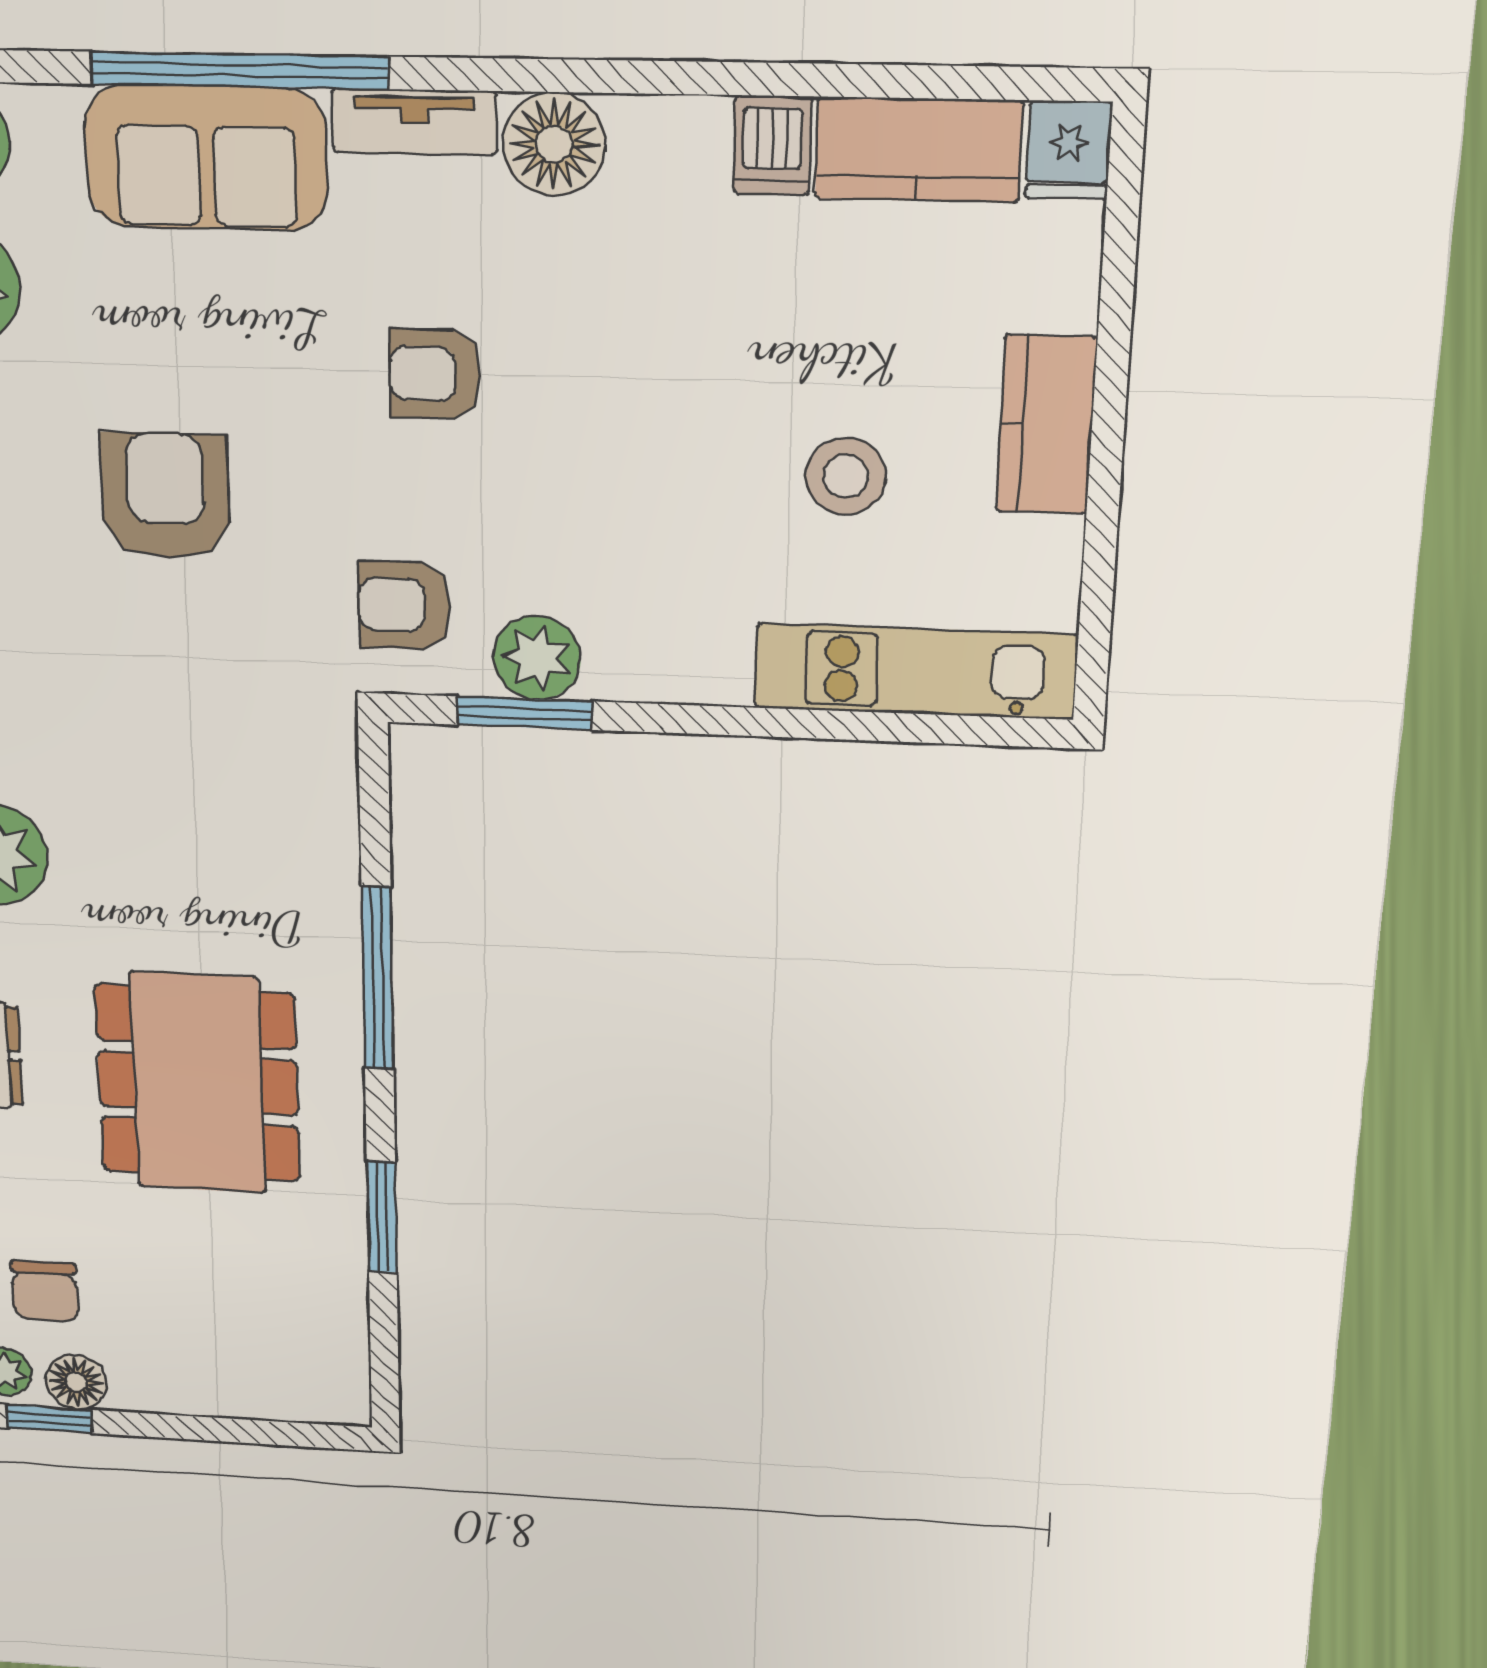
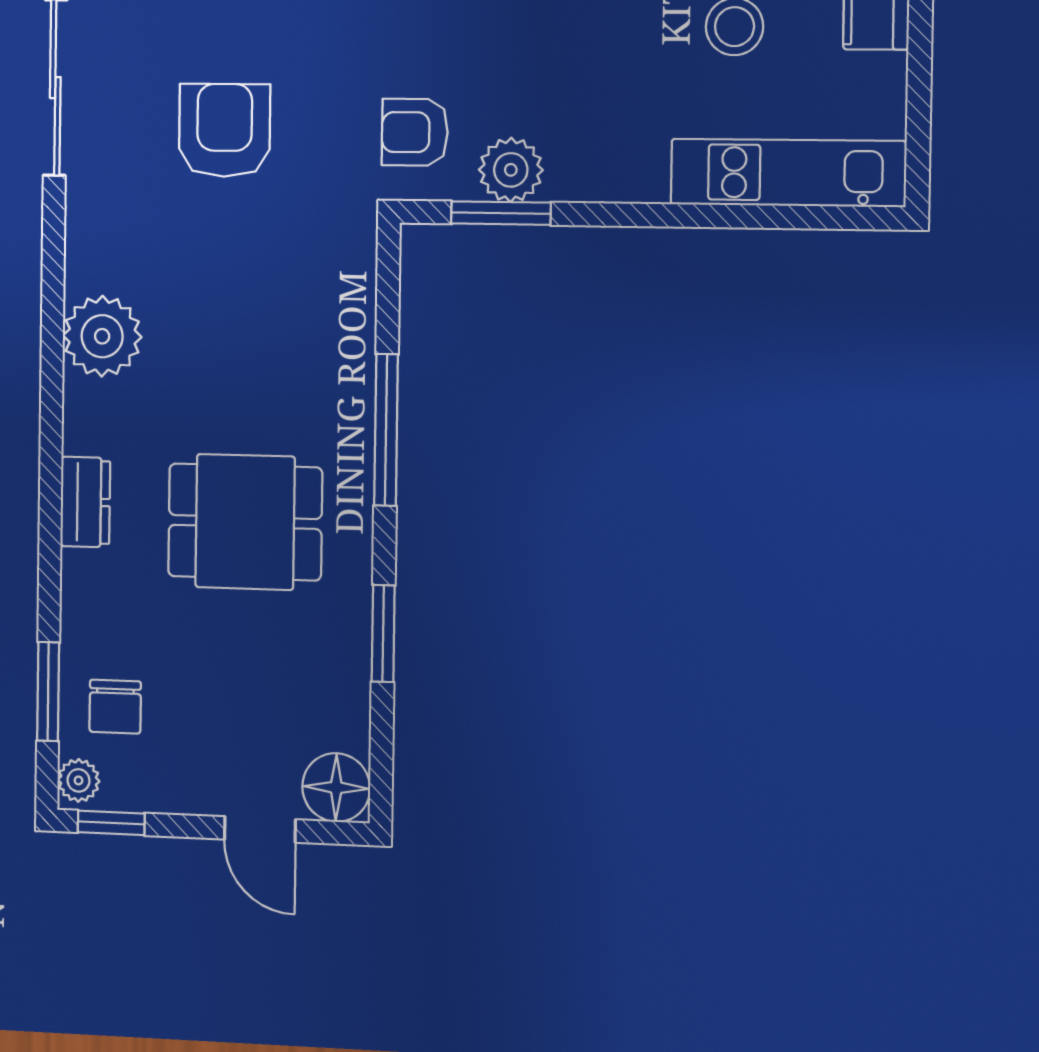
armchair: (166, 496) -> (224, 130), moved
dining table: (198, 1083) -> (245, 522), width x0.73
floor lamp: (76, 1382) -> (336, 788), moved, width x1.38, depth x1.38
door: (236, 1431) -> (260, 829), added

